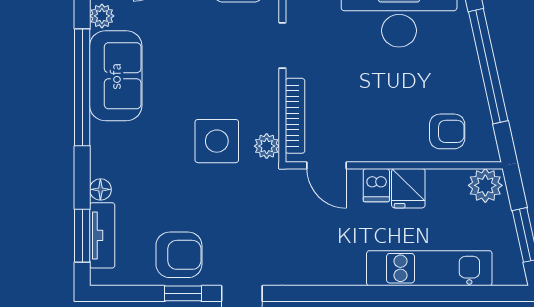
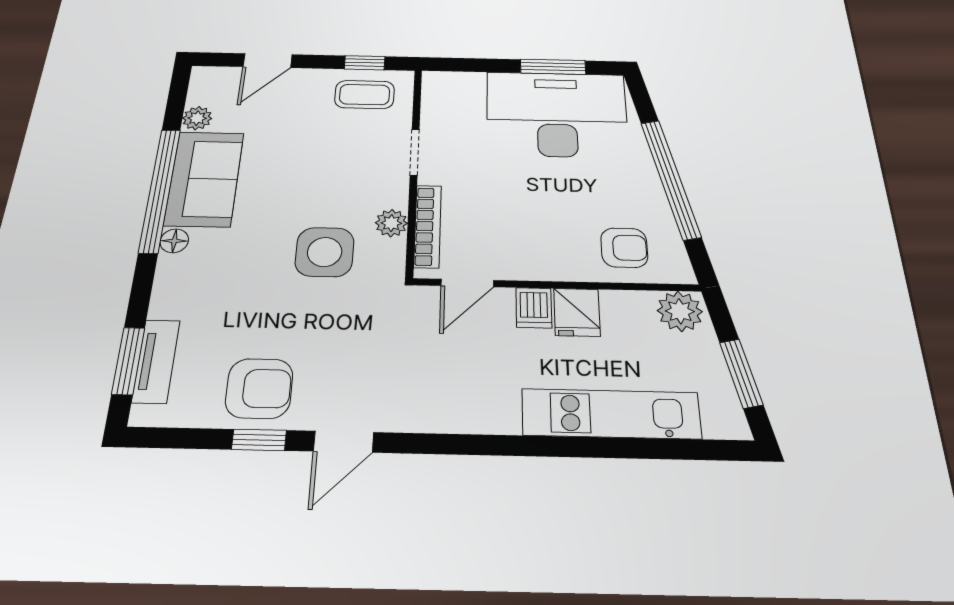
plant: (267, 146) -> (391, 223), moved
door: (327, 165) -> (467, 283), hinge flipped
floor lamp: (100, 189) -> (174, 241), moved

